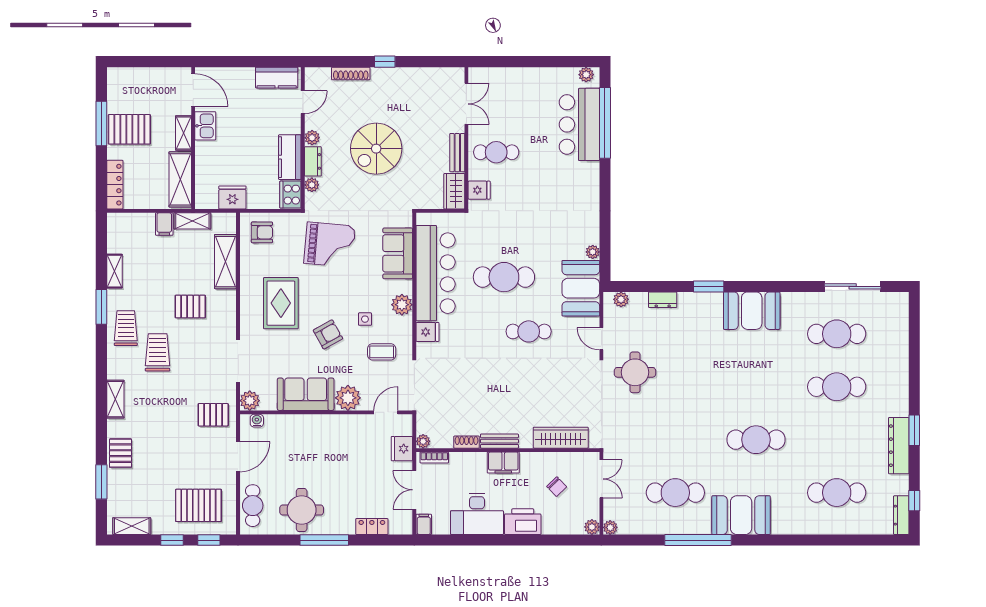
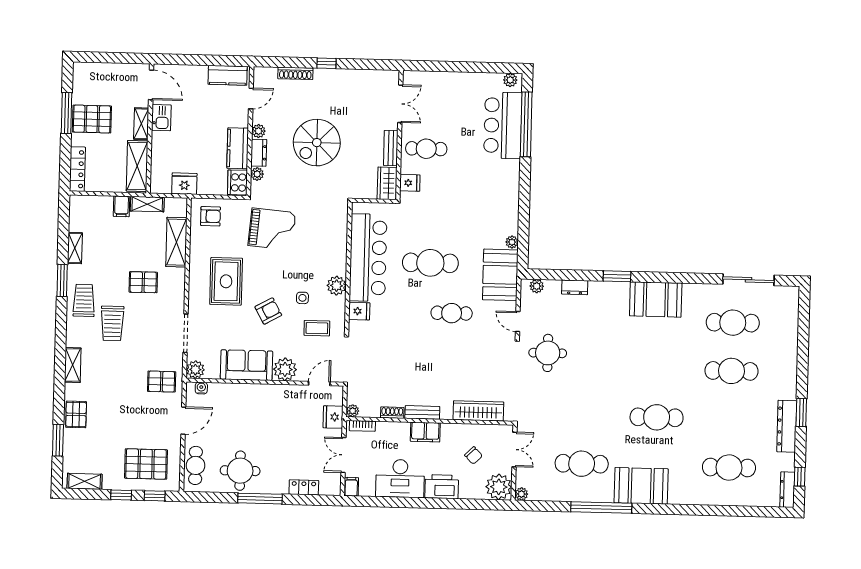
sofa: (398, 253) -> (334, 239), removed
trolley: (158, 352) -> (112, 323), turned 180
plant: (592, 527) -> (499, 487), width x1.88, depth x1.88

